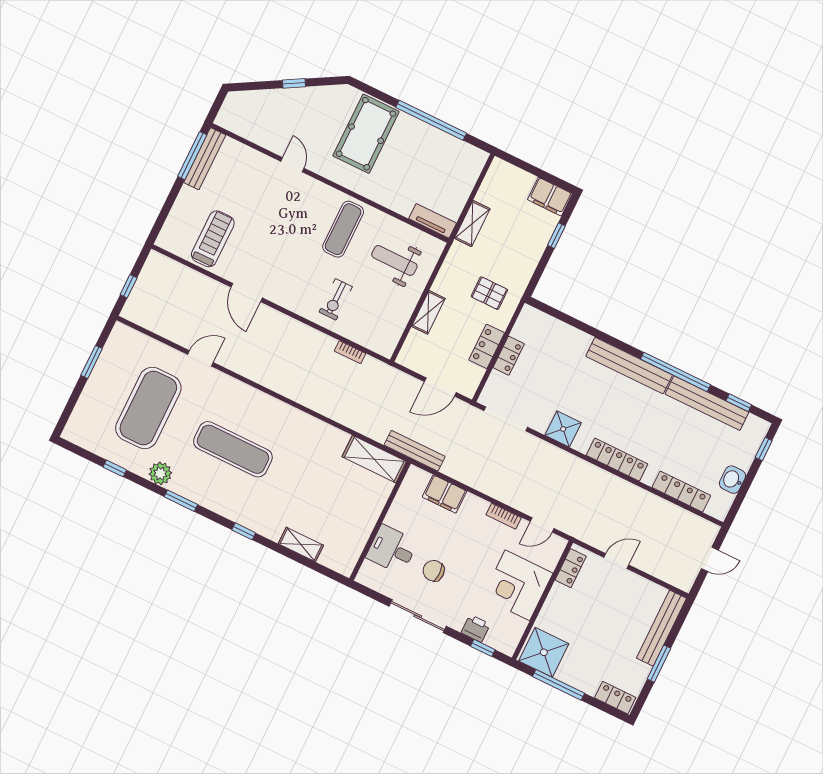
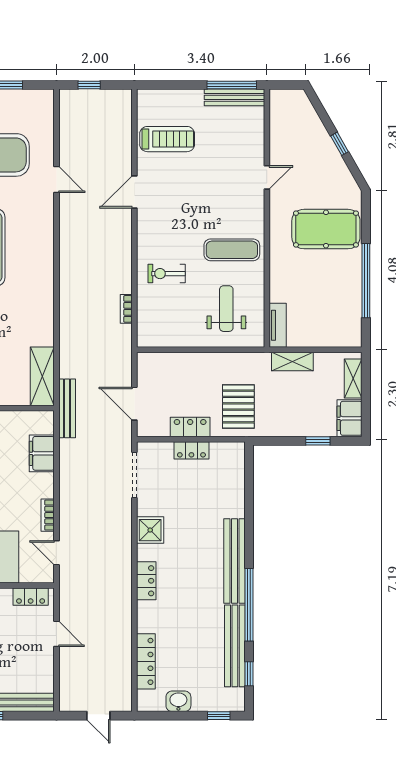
pallet: (489, 293) -> (238, 406), width x1.50, depth x1.42
shelving: (428, 312) -> (353, 378), moved, turned 90
locker: (617, 460) -> (146, 581), width x0.66

